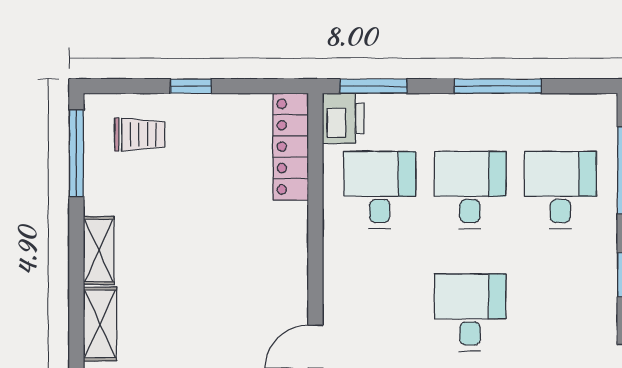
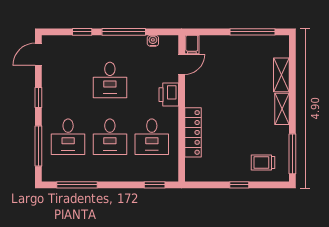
window: (373, 86) -> (155, 185), width x0.67
window: (498, 86) -> (77, 185), moved
printer: (343, 118) -> (169, 95), moved
locker: (291, 147) -> (193, 132), moved

